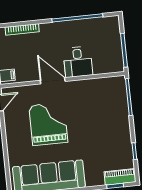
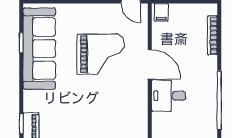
door: (53, 81) -> (150, 64), hinge flipped

